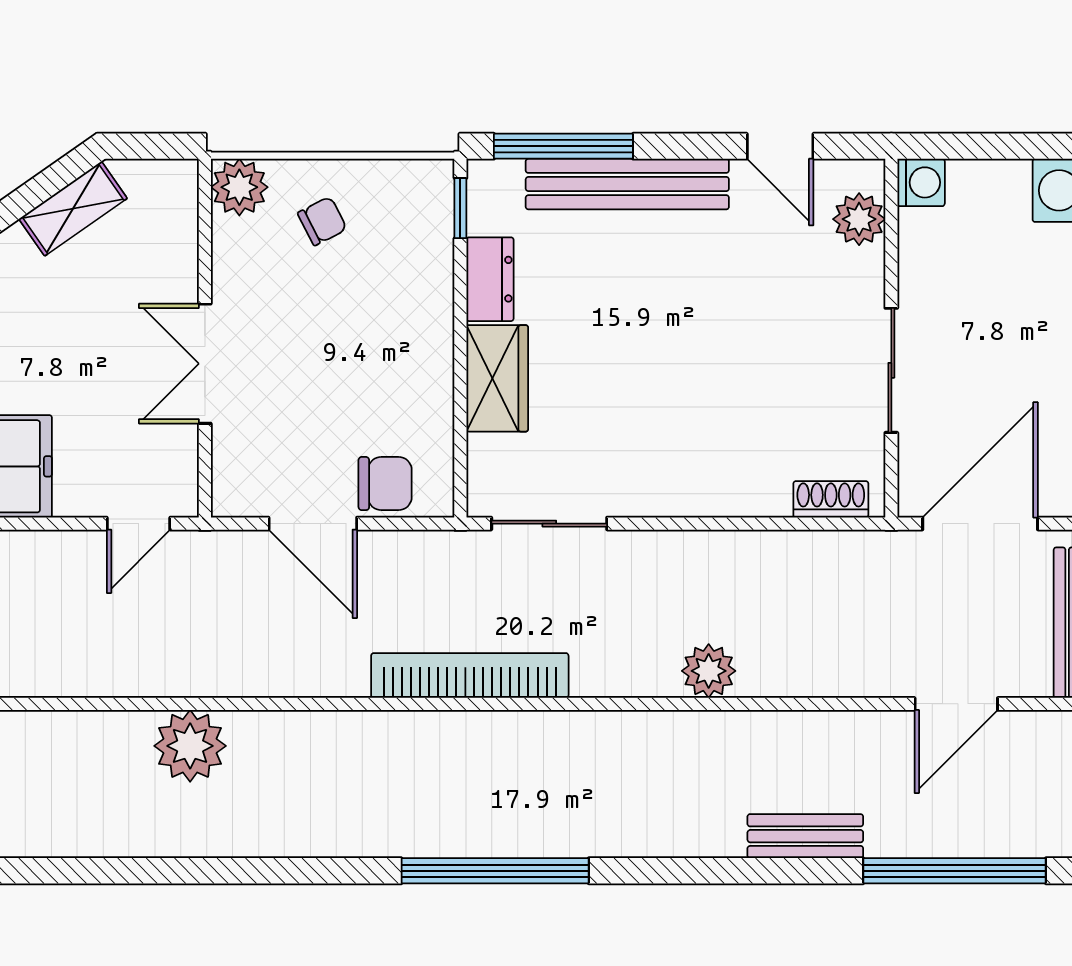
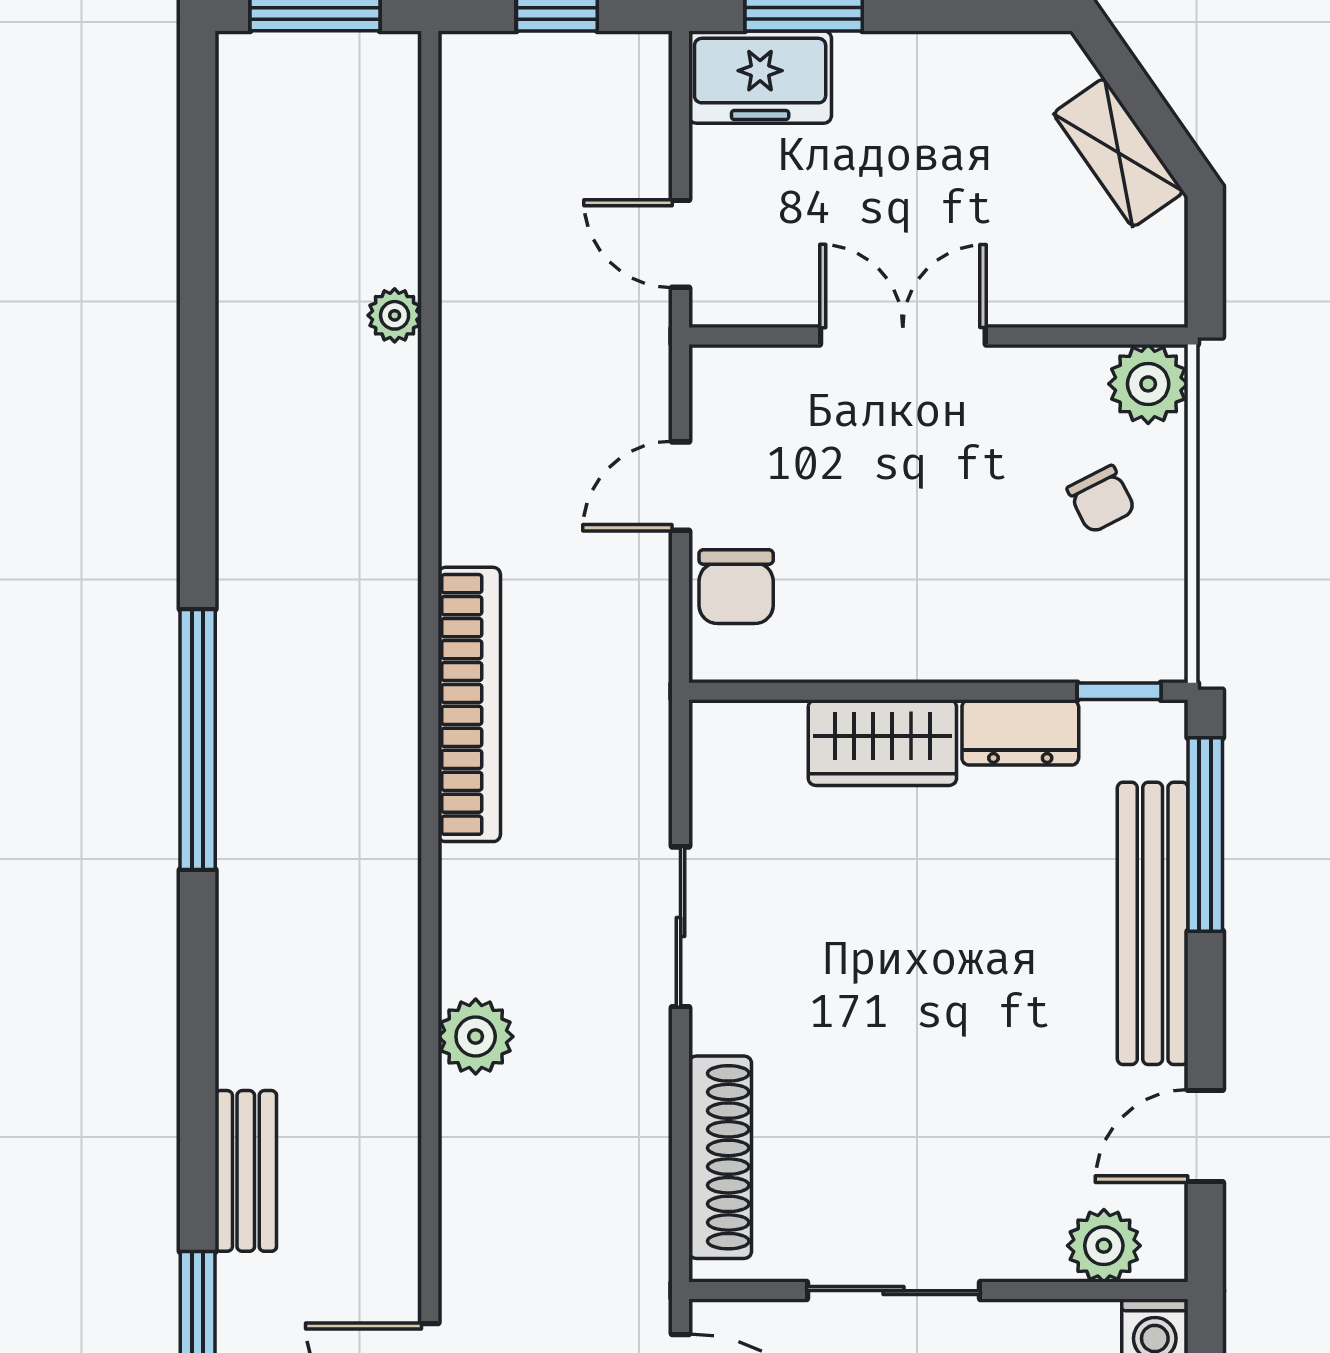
shoe rack: (831, 499) -> (720, 1157), width x1.94, depth x1.24
door: (313, 524) -> (681, 486), width x0.73
sliding door: (549, 524) -> (681, 927), moved
plant: (190, 746) -> (395, 315), width x0.53, depth x0.53

